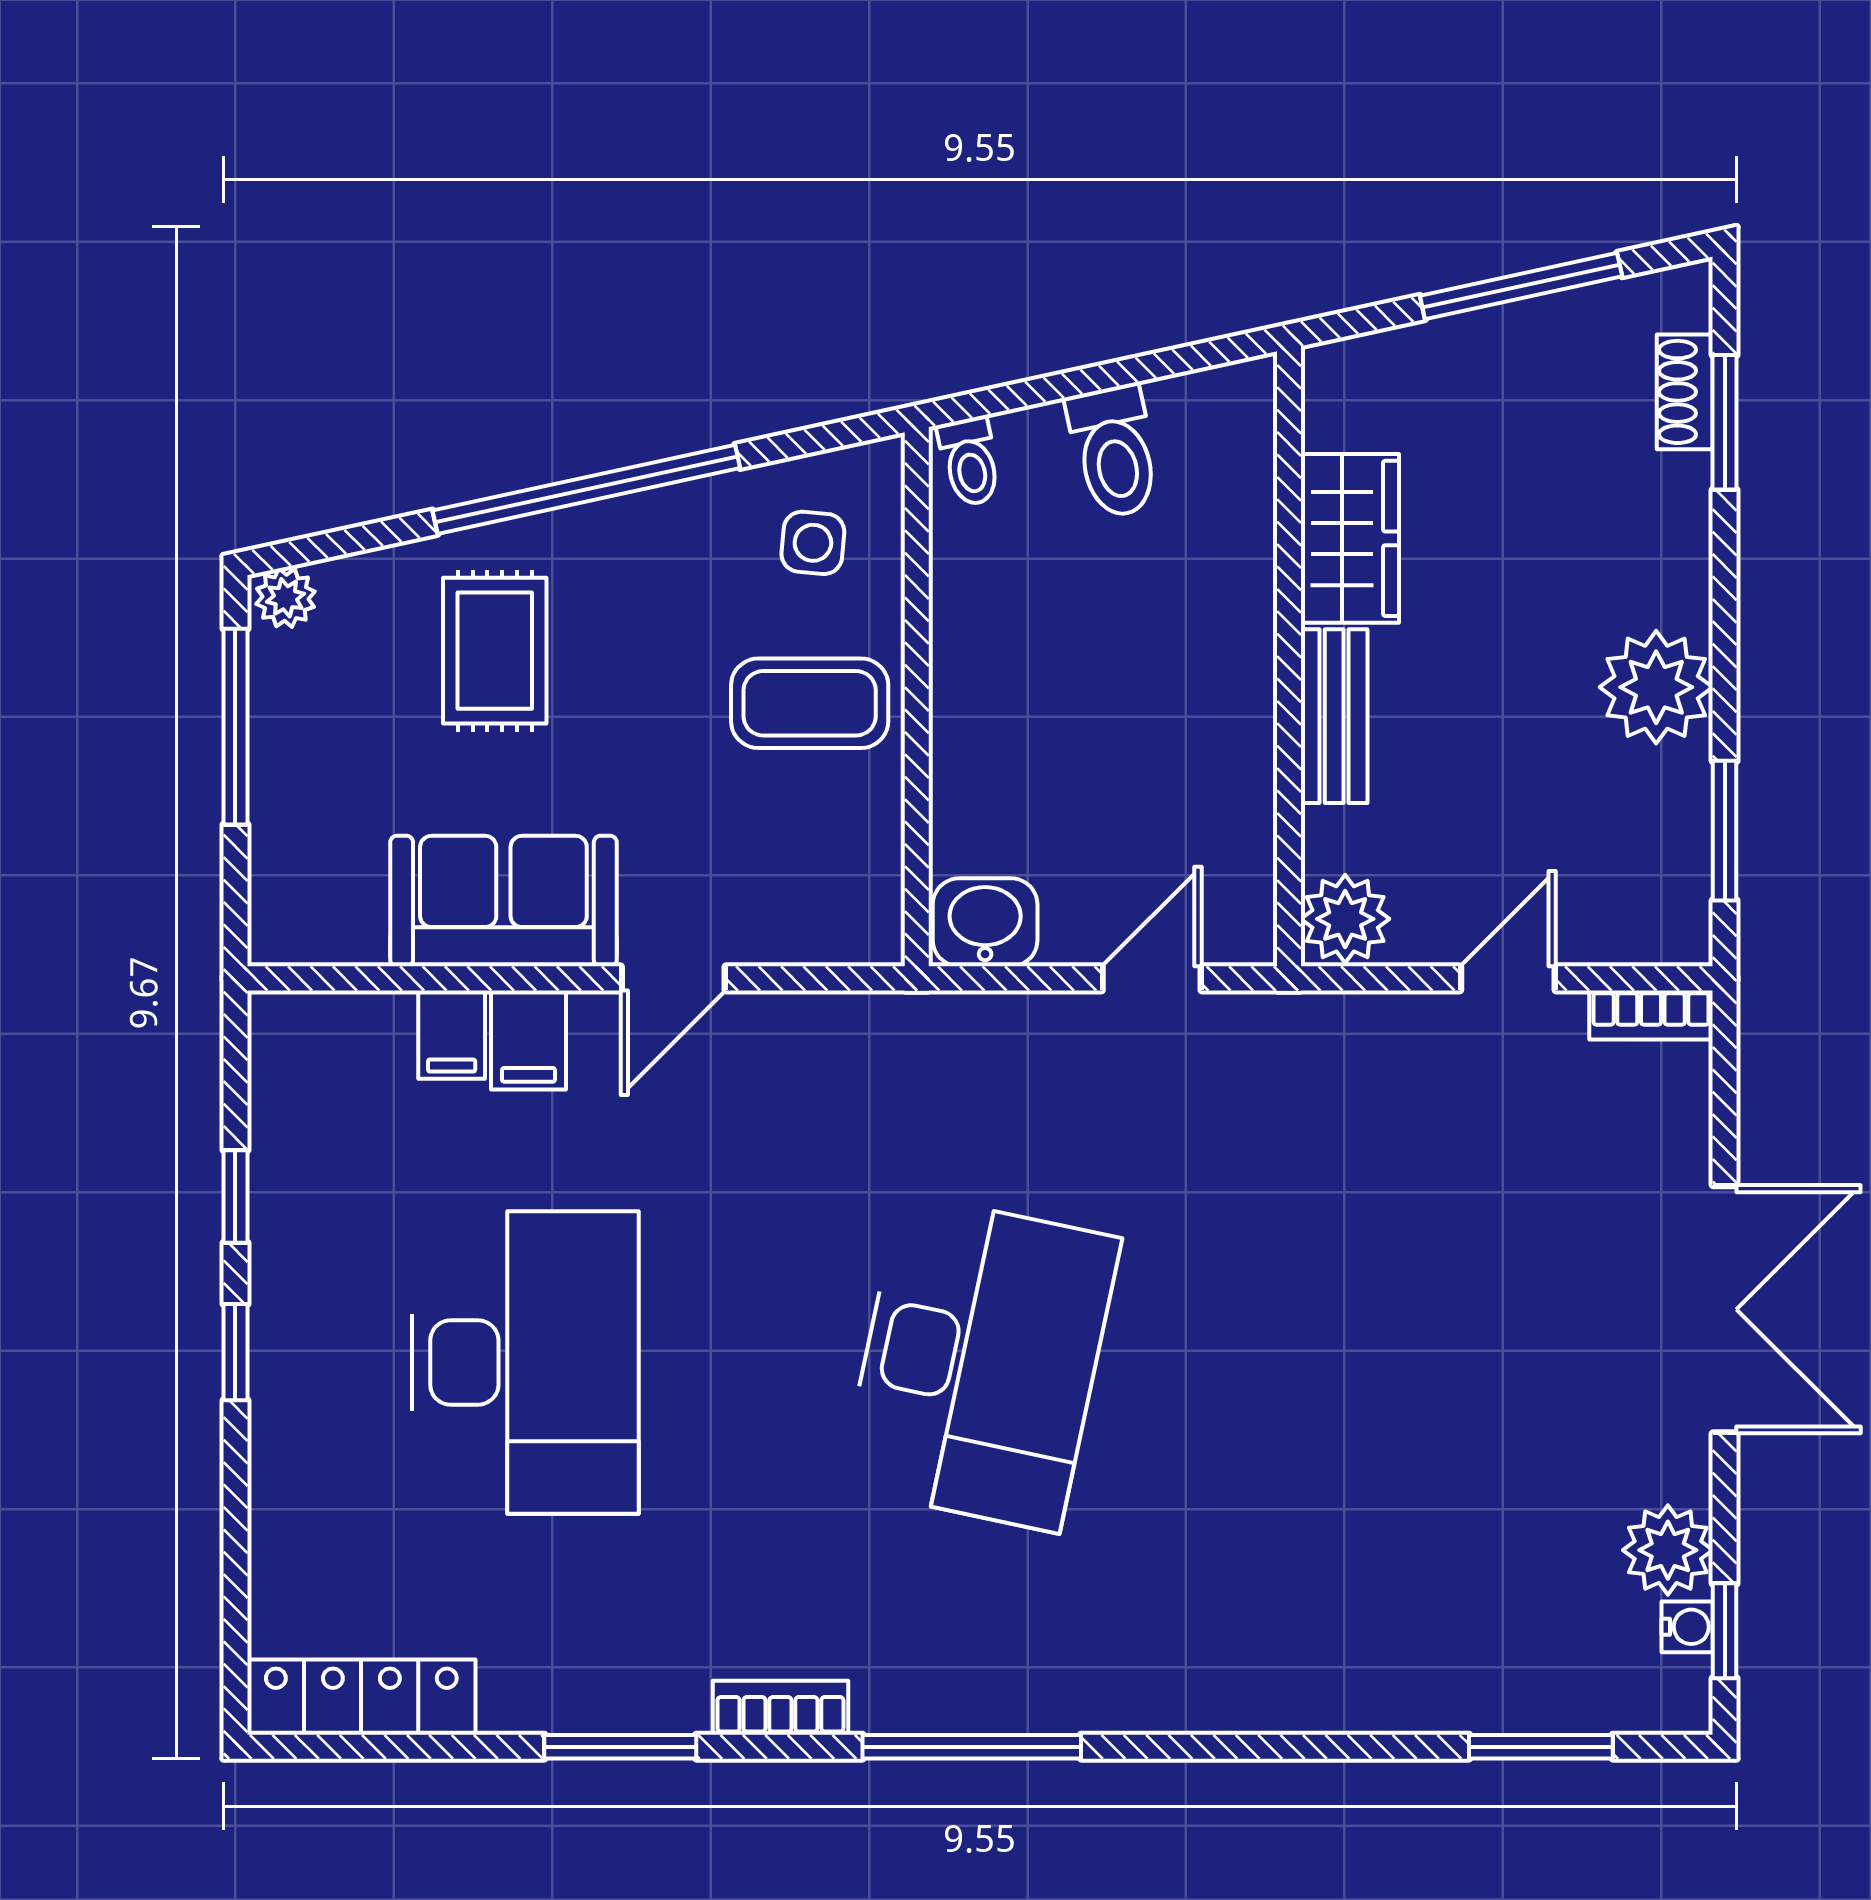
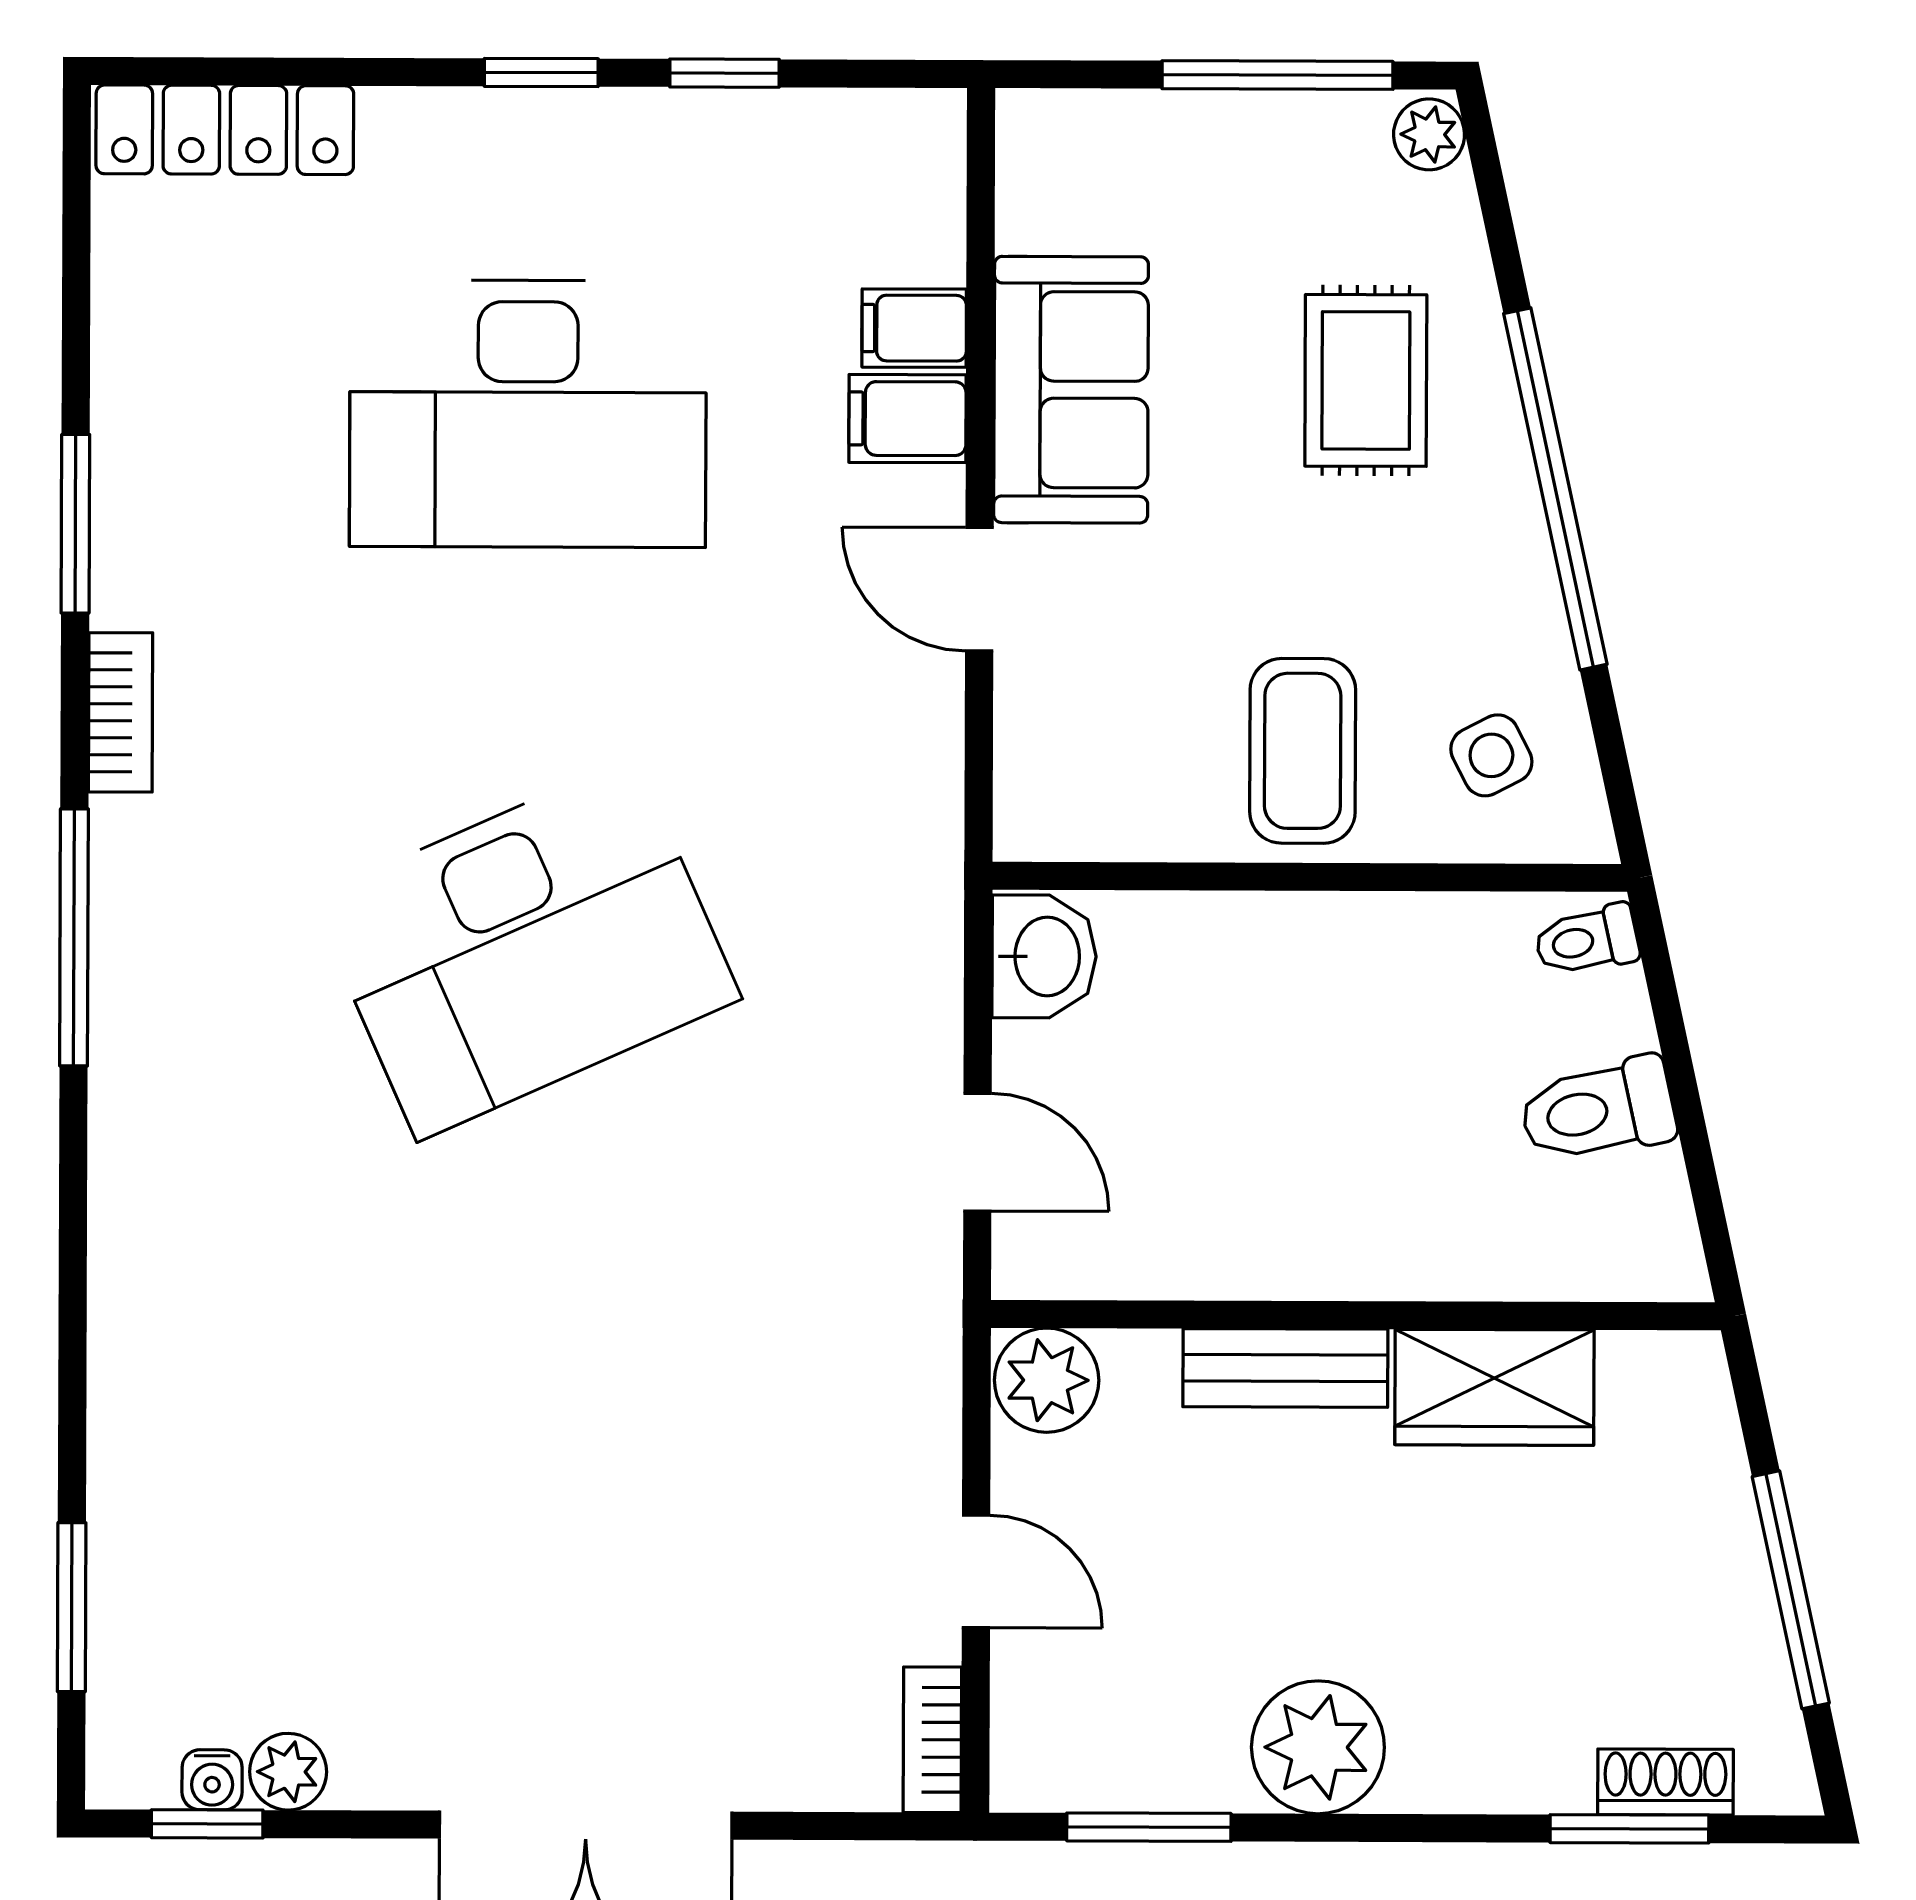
side table: (813, 543) -> (1491, 755), turned -32
rug: (495, 651) -> (1366, 380), turned 90
desk: (980, 1363) -> (526, 949), turned -36
plant: (1668, 1550) -> (288, 1772), width x0.73, depth x0.73
locker: (361, 1697) -> (225, 130), moved, turned 90

